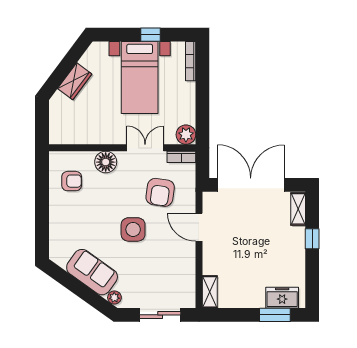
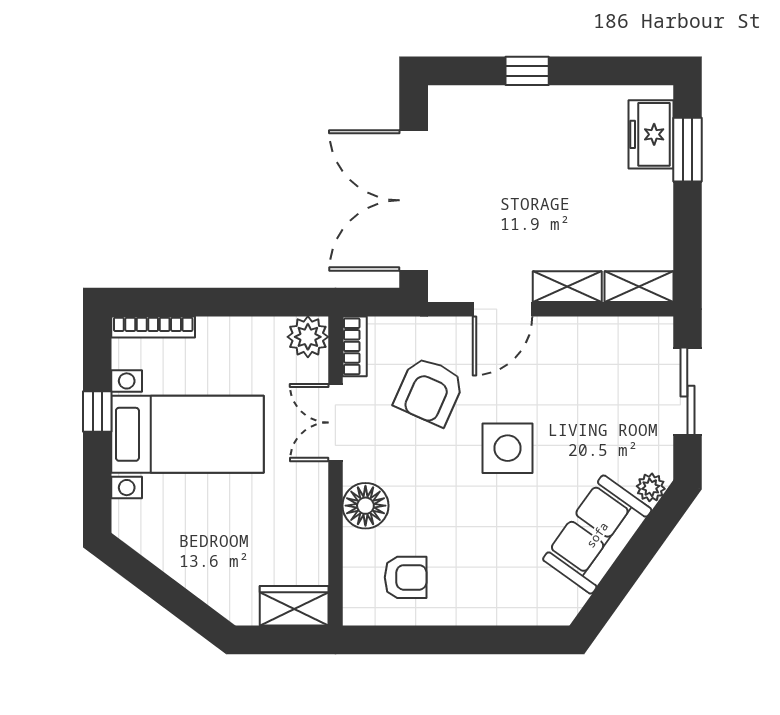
wardrobe: (75, 81) -> (294, 606), moved, turned -37
armchair: (72, 181) -> (406, 577), turned 90
armchair: (160, 192) -> (429, 391), turned 106
shelving: (298, 209) -> (567, 287), moved

